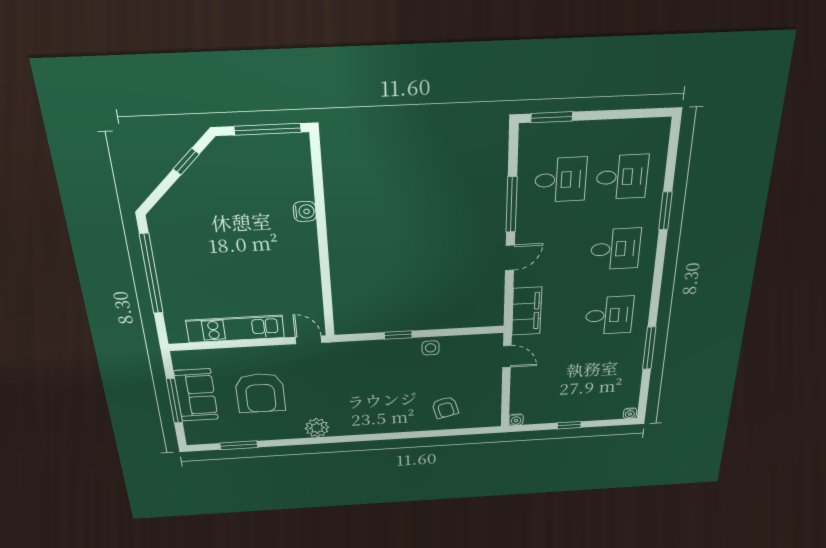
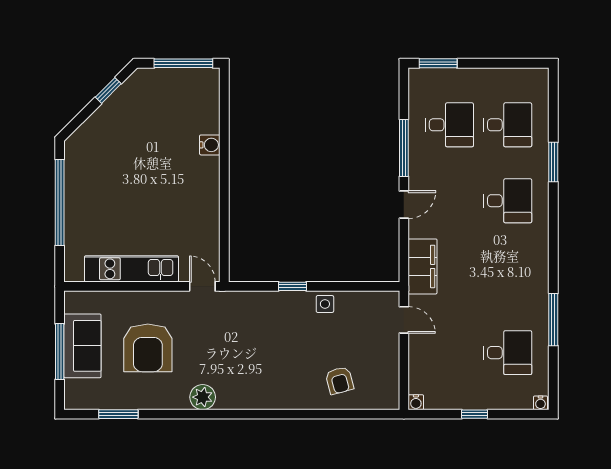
desk: (609, 315) -> (508, 353), moved

